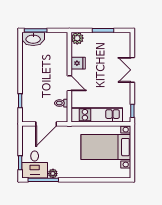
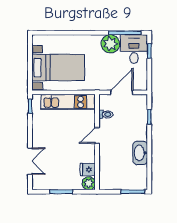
washbasin: (33, 39) -> (140, 153), moved, turned -90
fridge: (78, 63) -> (88, 169), moved
double door: (132, 70) -> (30, 161), moved
door: (69, 83) -> (97, 135), hinge flipped
plant: (53, 174) -> (110, 44), width x1.87, depth x1.87

